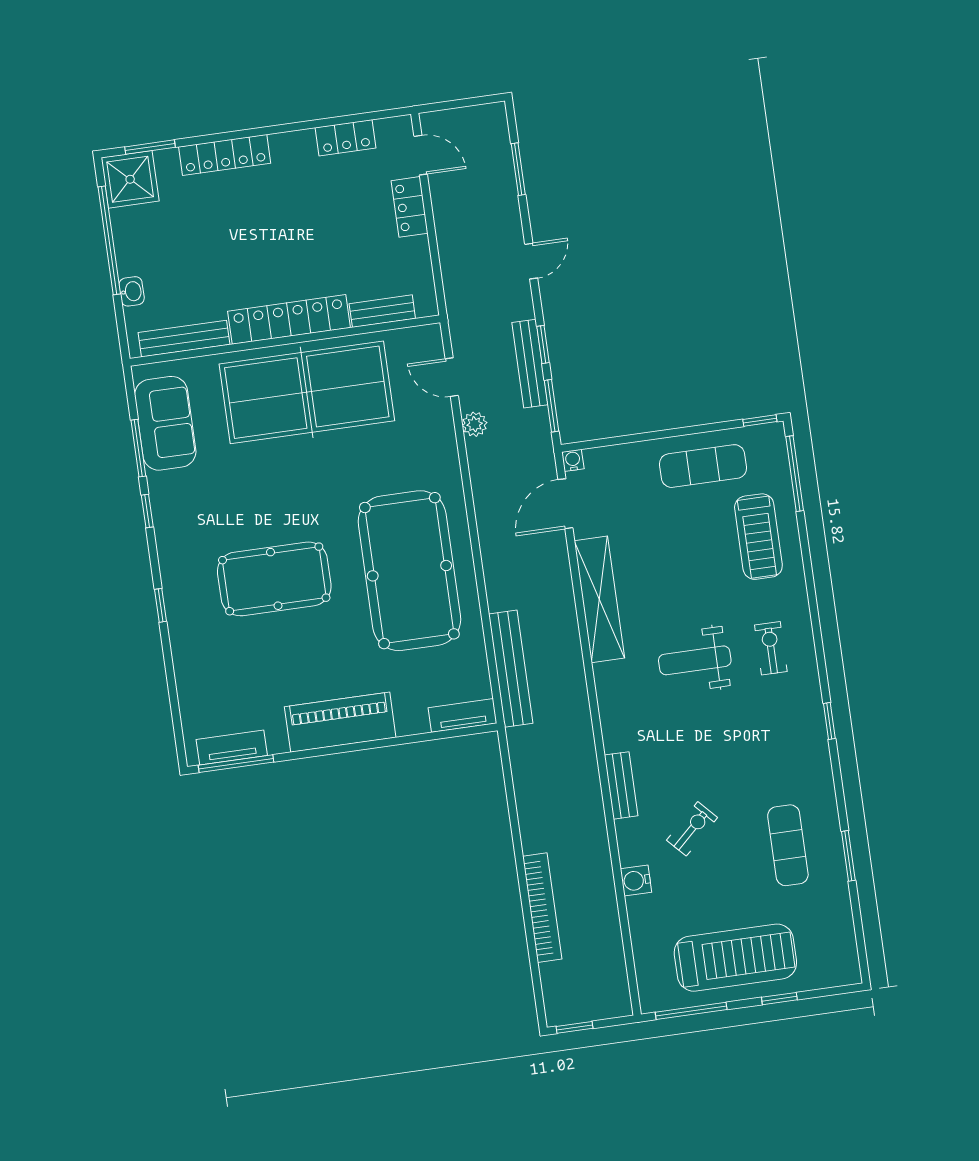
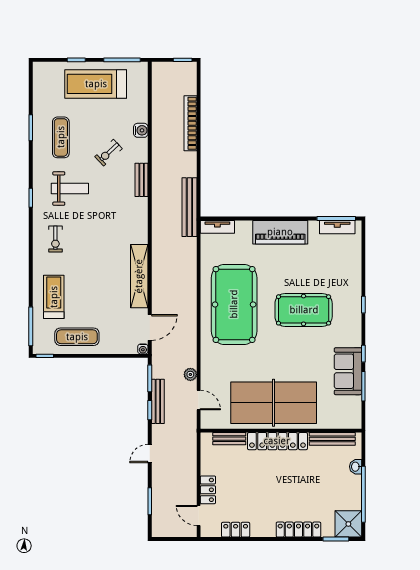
sofa: (165, 423) -> (348, 371), moved
weight bench: (695, 660) -> (70, 188), moved
bench: (511, 669) -> (189, 207), moved

